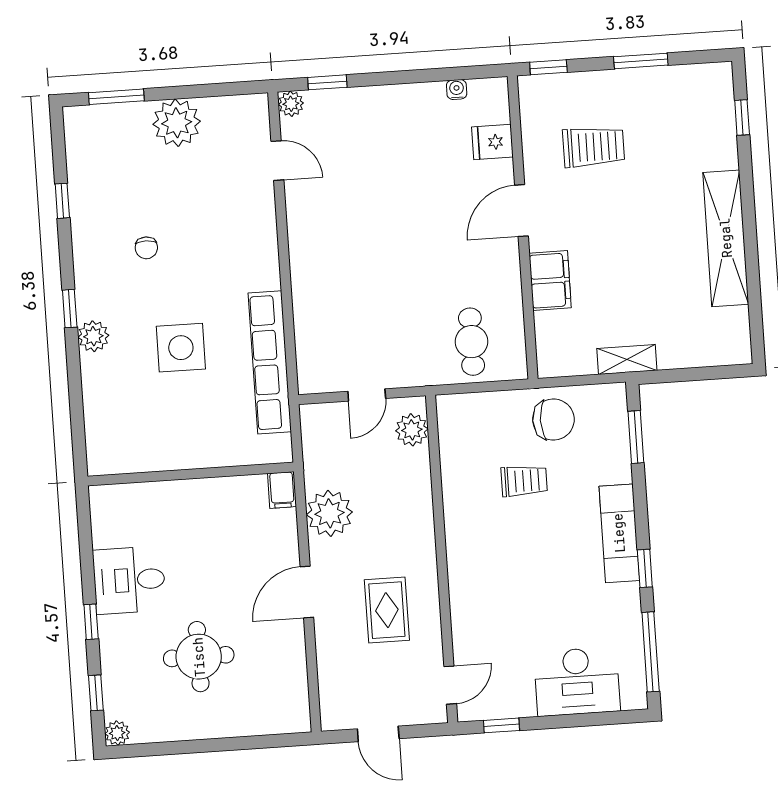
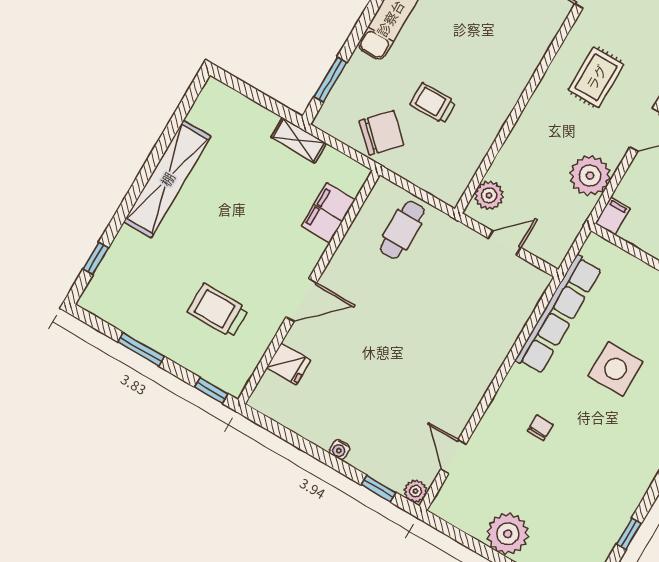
water cooler: (457, 89) -> (340, 450), moved
chair: (146, 248) -> (540, 428), moved
filing cabinet: (550, 281) -> (328, 213), moved
chair: (553, 420) -> (381, 133), turned 133

